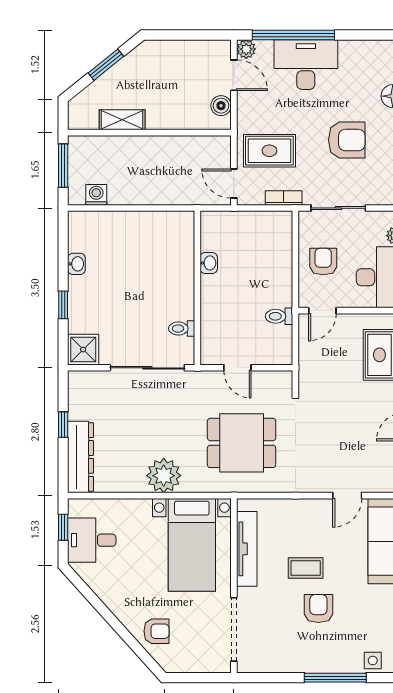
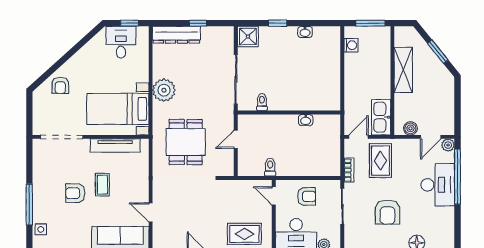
shelving: (122, 120) -> (403, 70), width x1.50, depth x1.33
kitchen sink: (204, 150) -> (381, 117), added
armchair: (318, 609) -> (75, 193), turned 180

